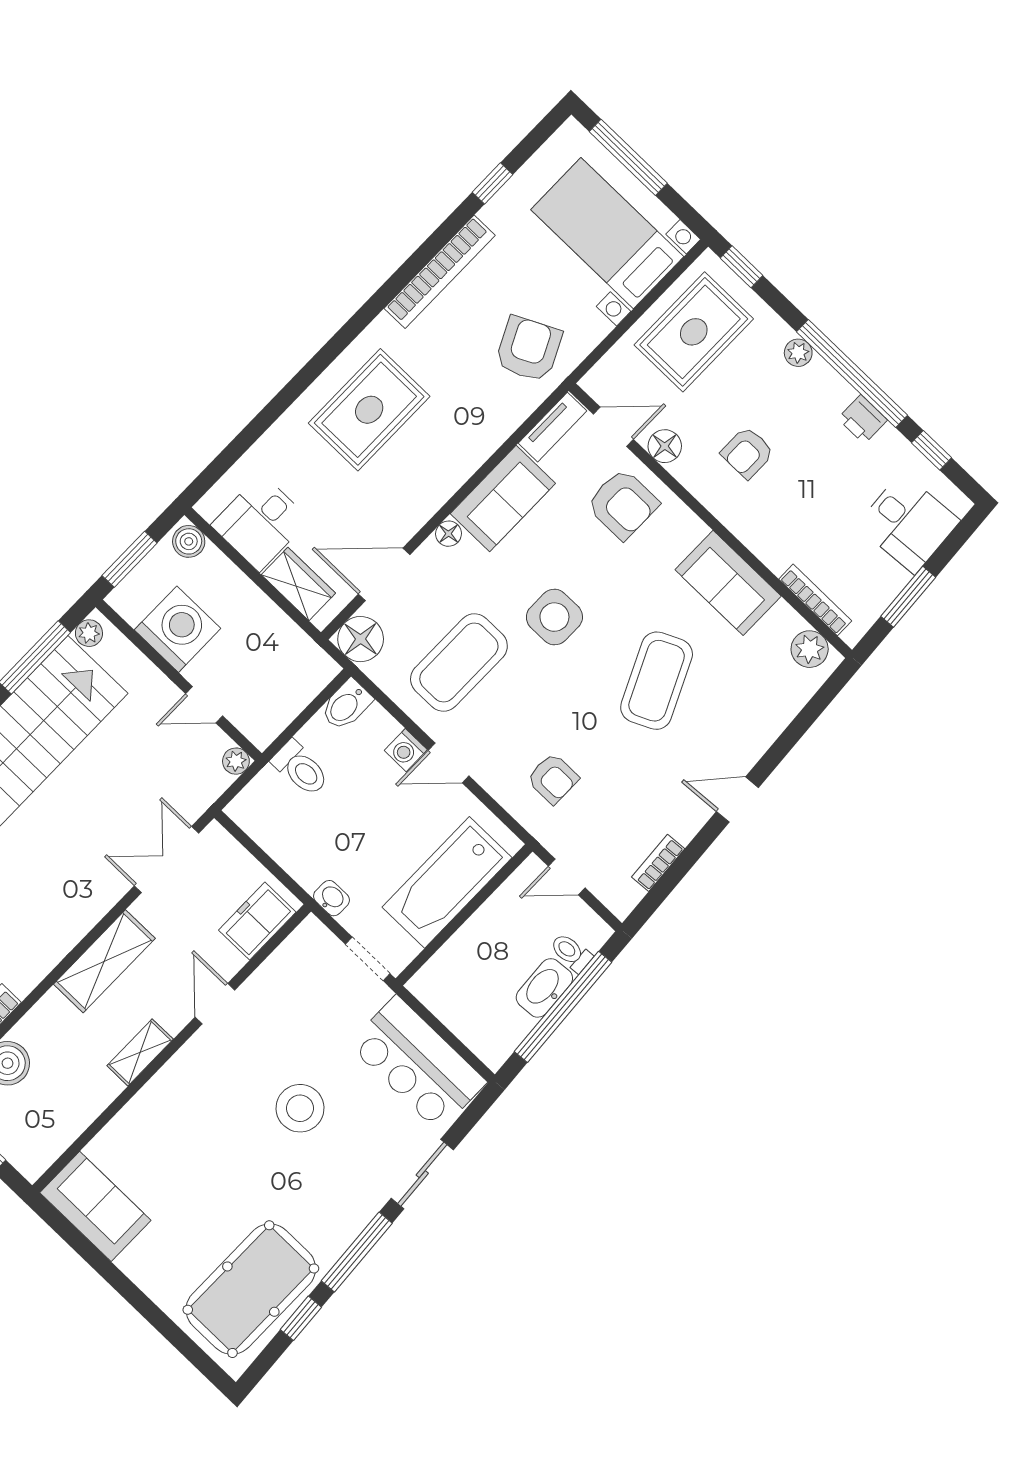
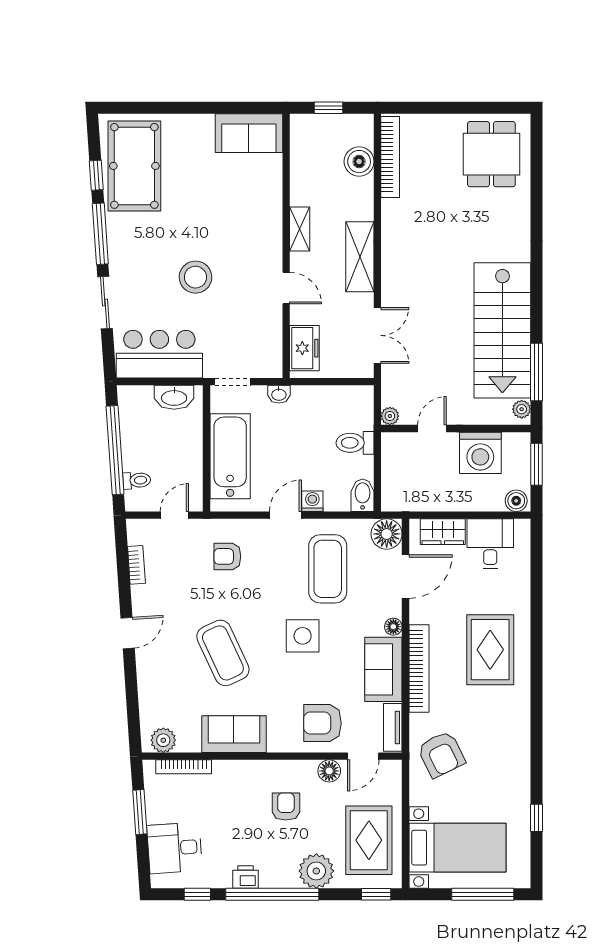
bookcase: (440, 272) -> (419, 669), moved, turned 180
plant: (798, 353) -> (316, 871), width x1.88, depth x1.88
washbasin: (544, 988) -> (174, 397), moved, turned 94

